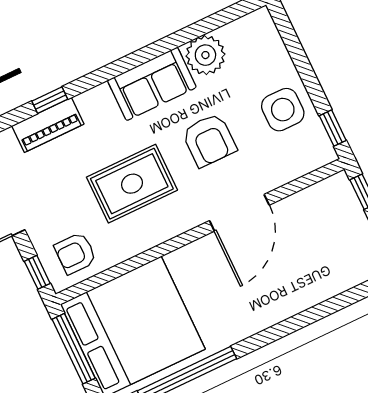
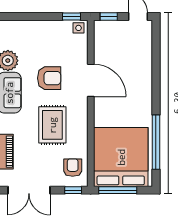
side table: (283, 110) -> (79, 28), moved, width x0.54, depth x0.54
armchair: (75, 253) -> (73, 168), turned 180

